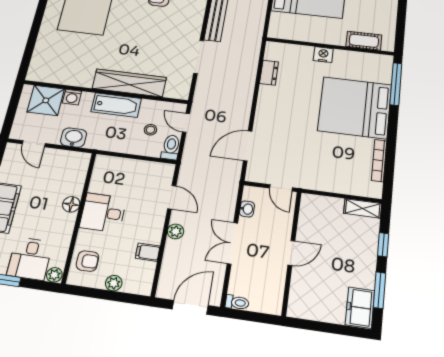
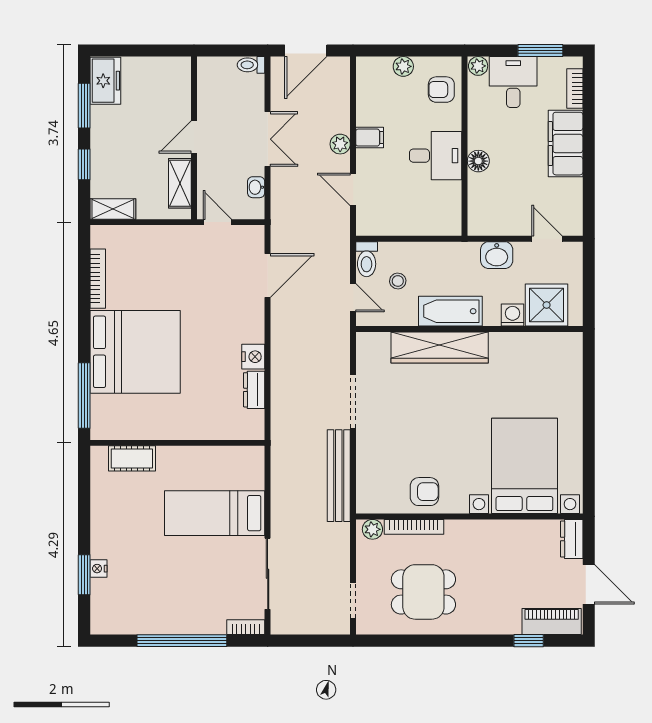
nightstand: (323, 55) -> (253, 357), moved, turned -90
shelving: (307, 220) -> (180, 183), added
filing cabinet: (148, 252) -> (370, 138), moved

